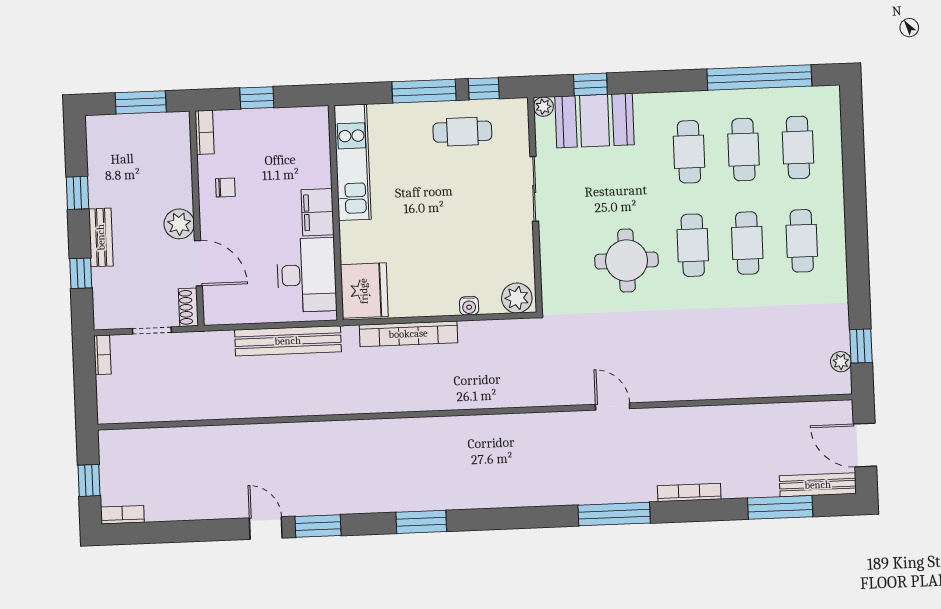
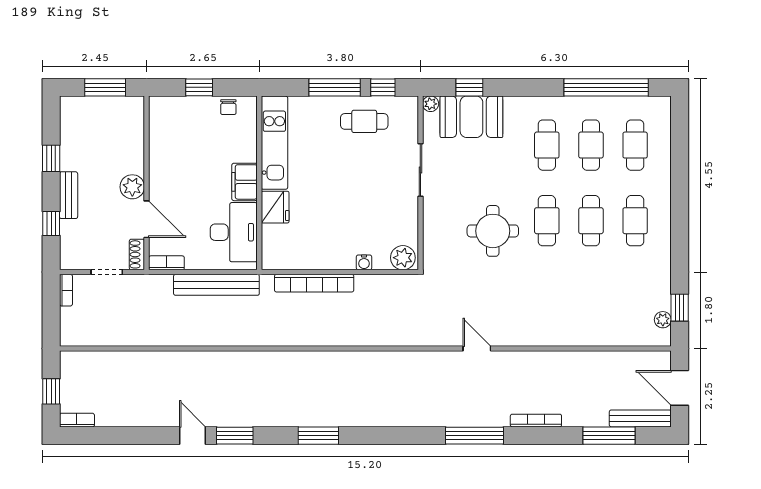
bookcase: (205, 132) -> (166, 263), moved, turned -90
chair: (225, 188) -> (228, 107), moved, turned 90
fridge: (364, 291) -> (275, 207), moved, width x0.73, depth x0.75

